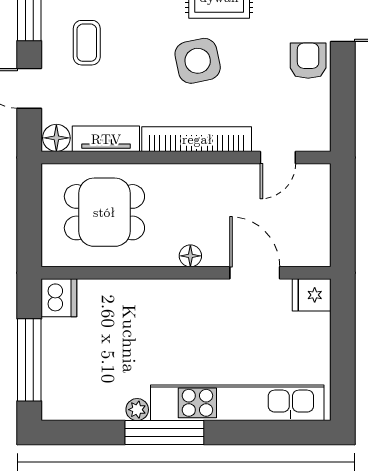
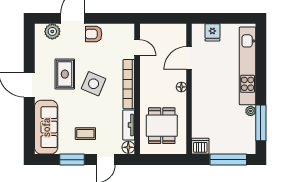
side table: (198, 61) -> (94, 84), turned 35
fridge: (312, 295) -> (212, 32), moved
window: (164, 433) -> (261, 123), moved

